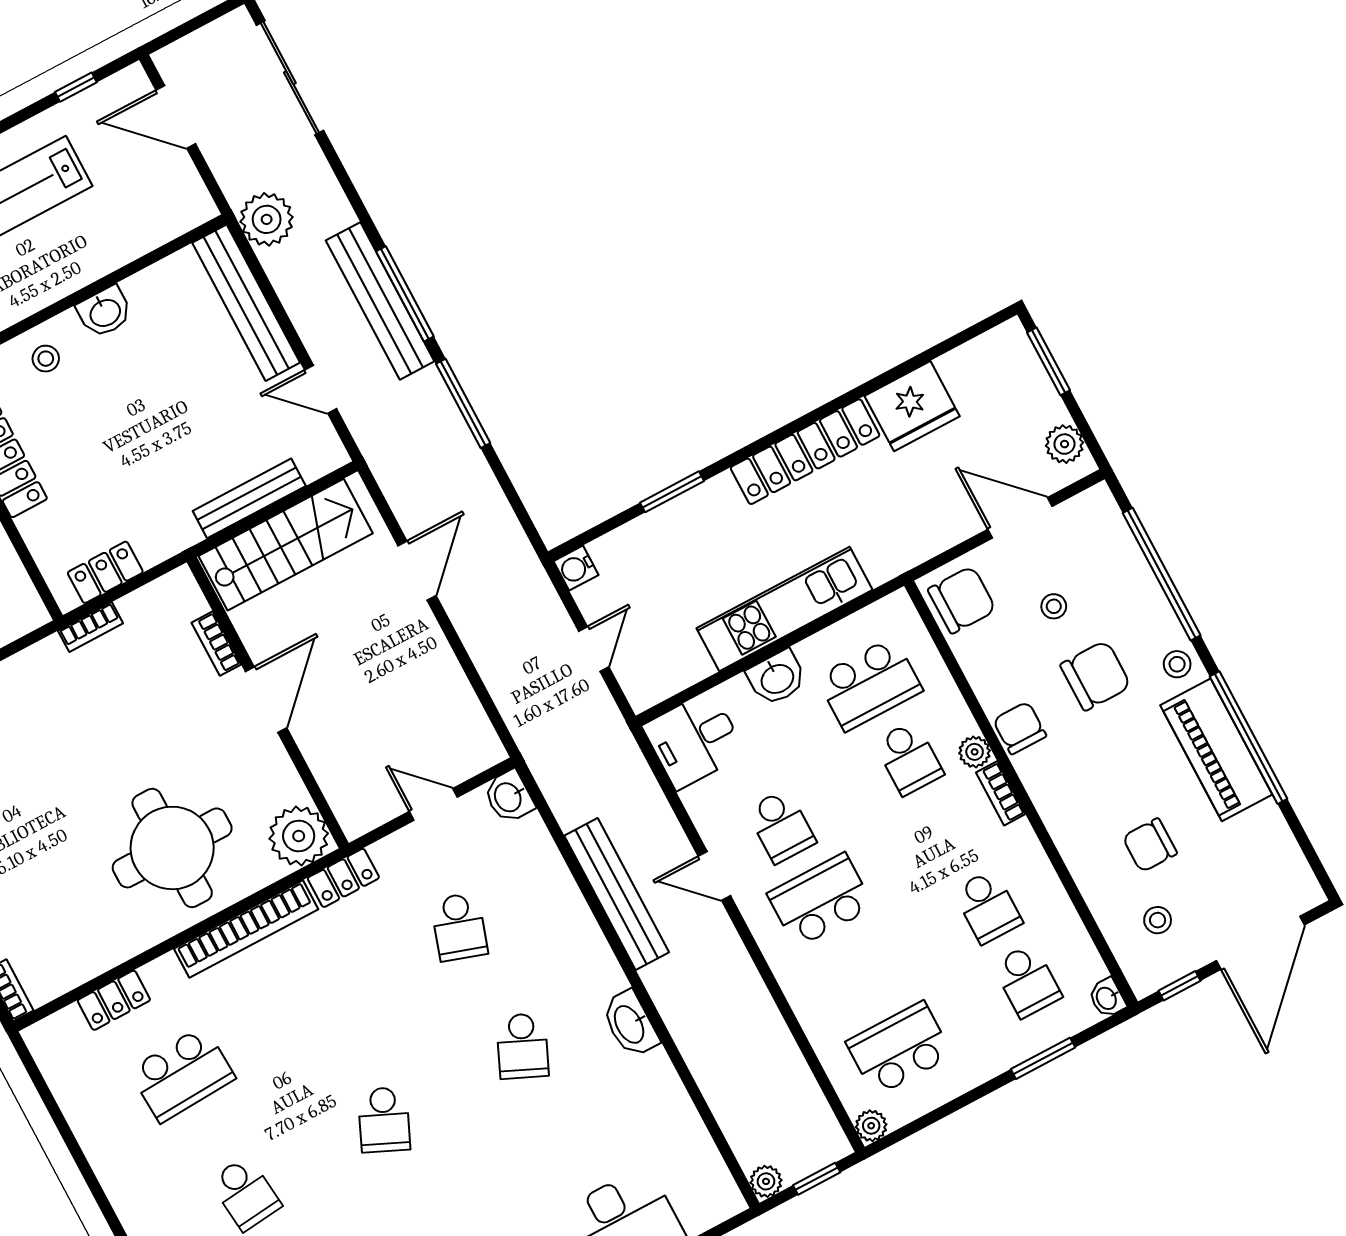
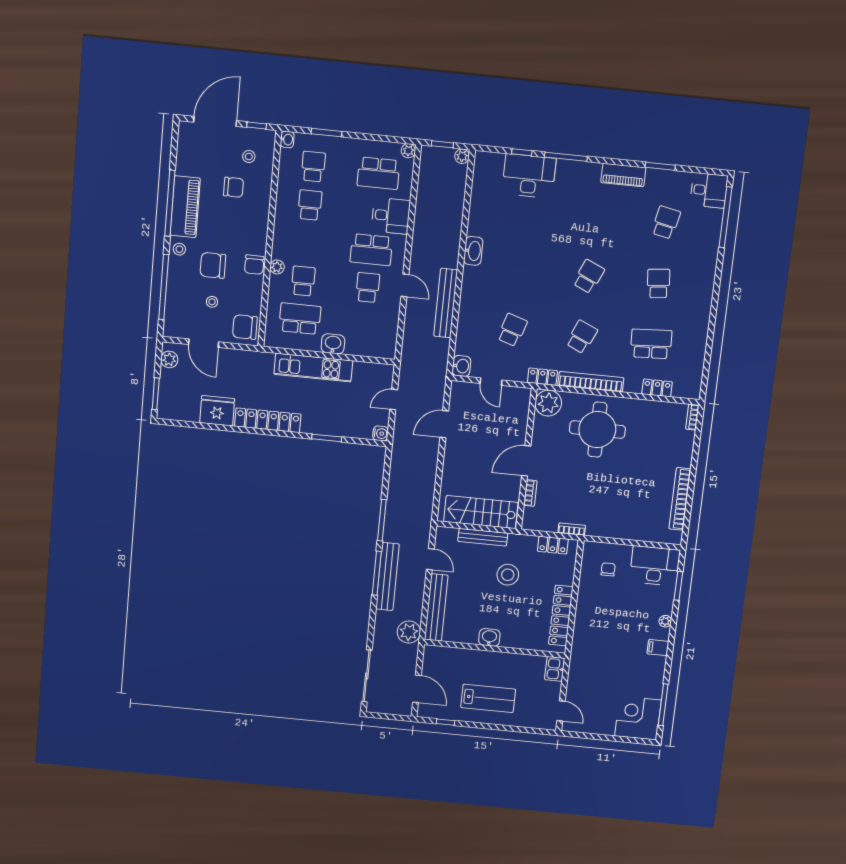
stool: (46, 359) -> (508, 575), moved, width x1.89, depth x1.89
door: (417, 571) -> (444, 424), moved
desk: (694, 740) -> (391, 216), moved
bookcase: (1001, 793) -> (277, 245), removed
school desk: (523, 1046) -> (582, 337), moved

